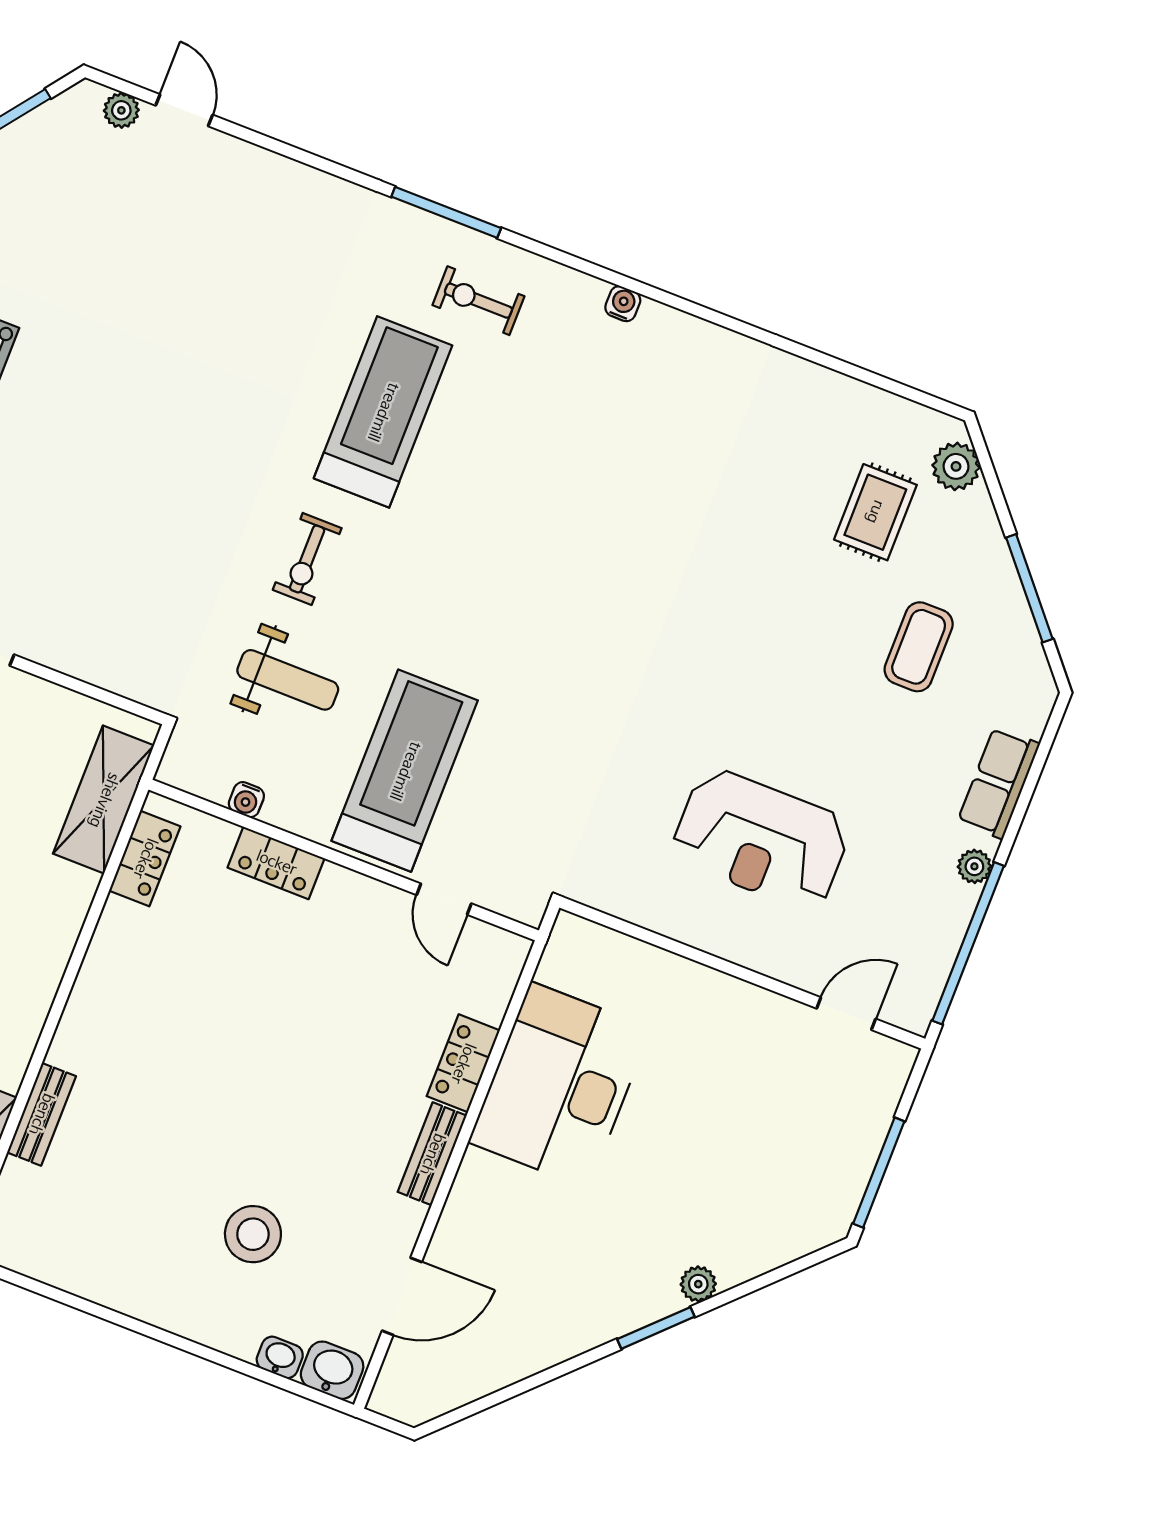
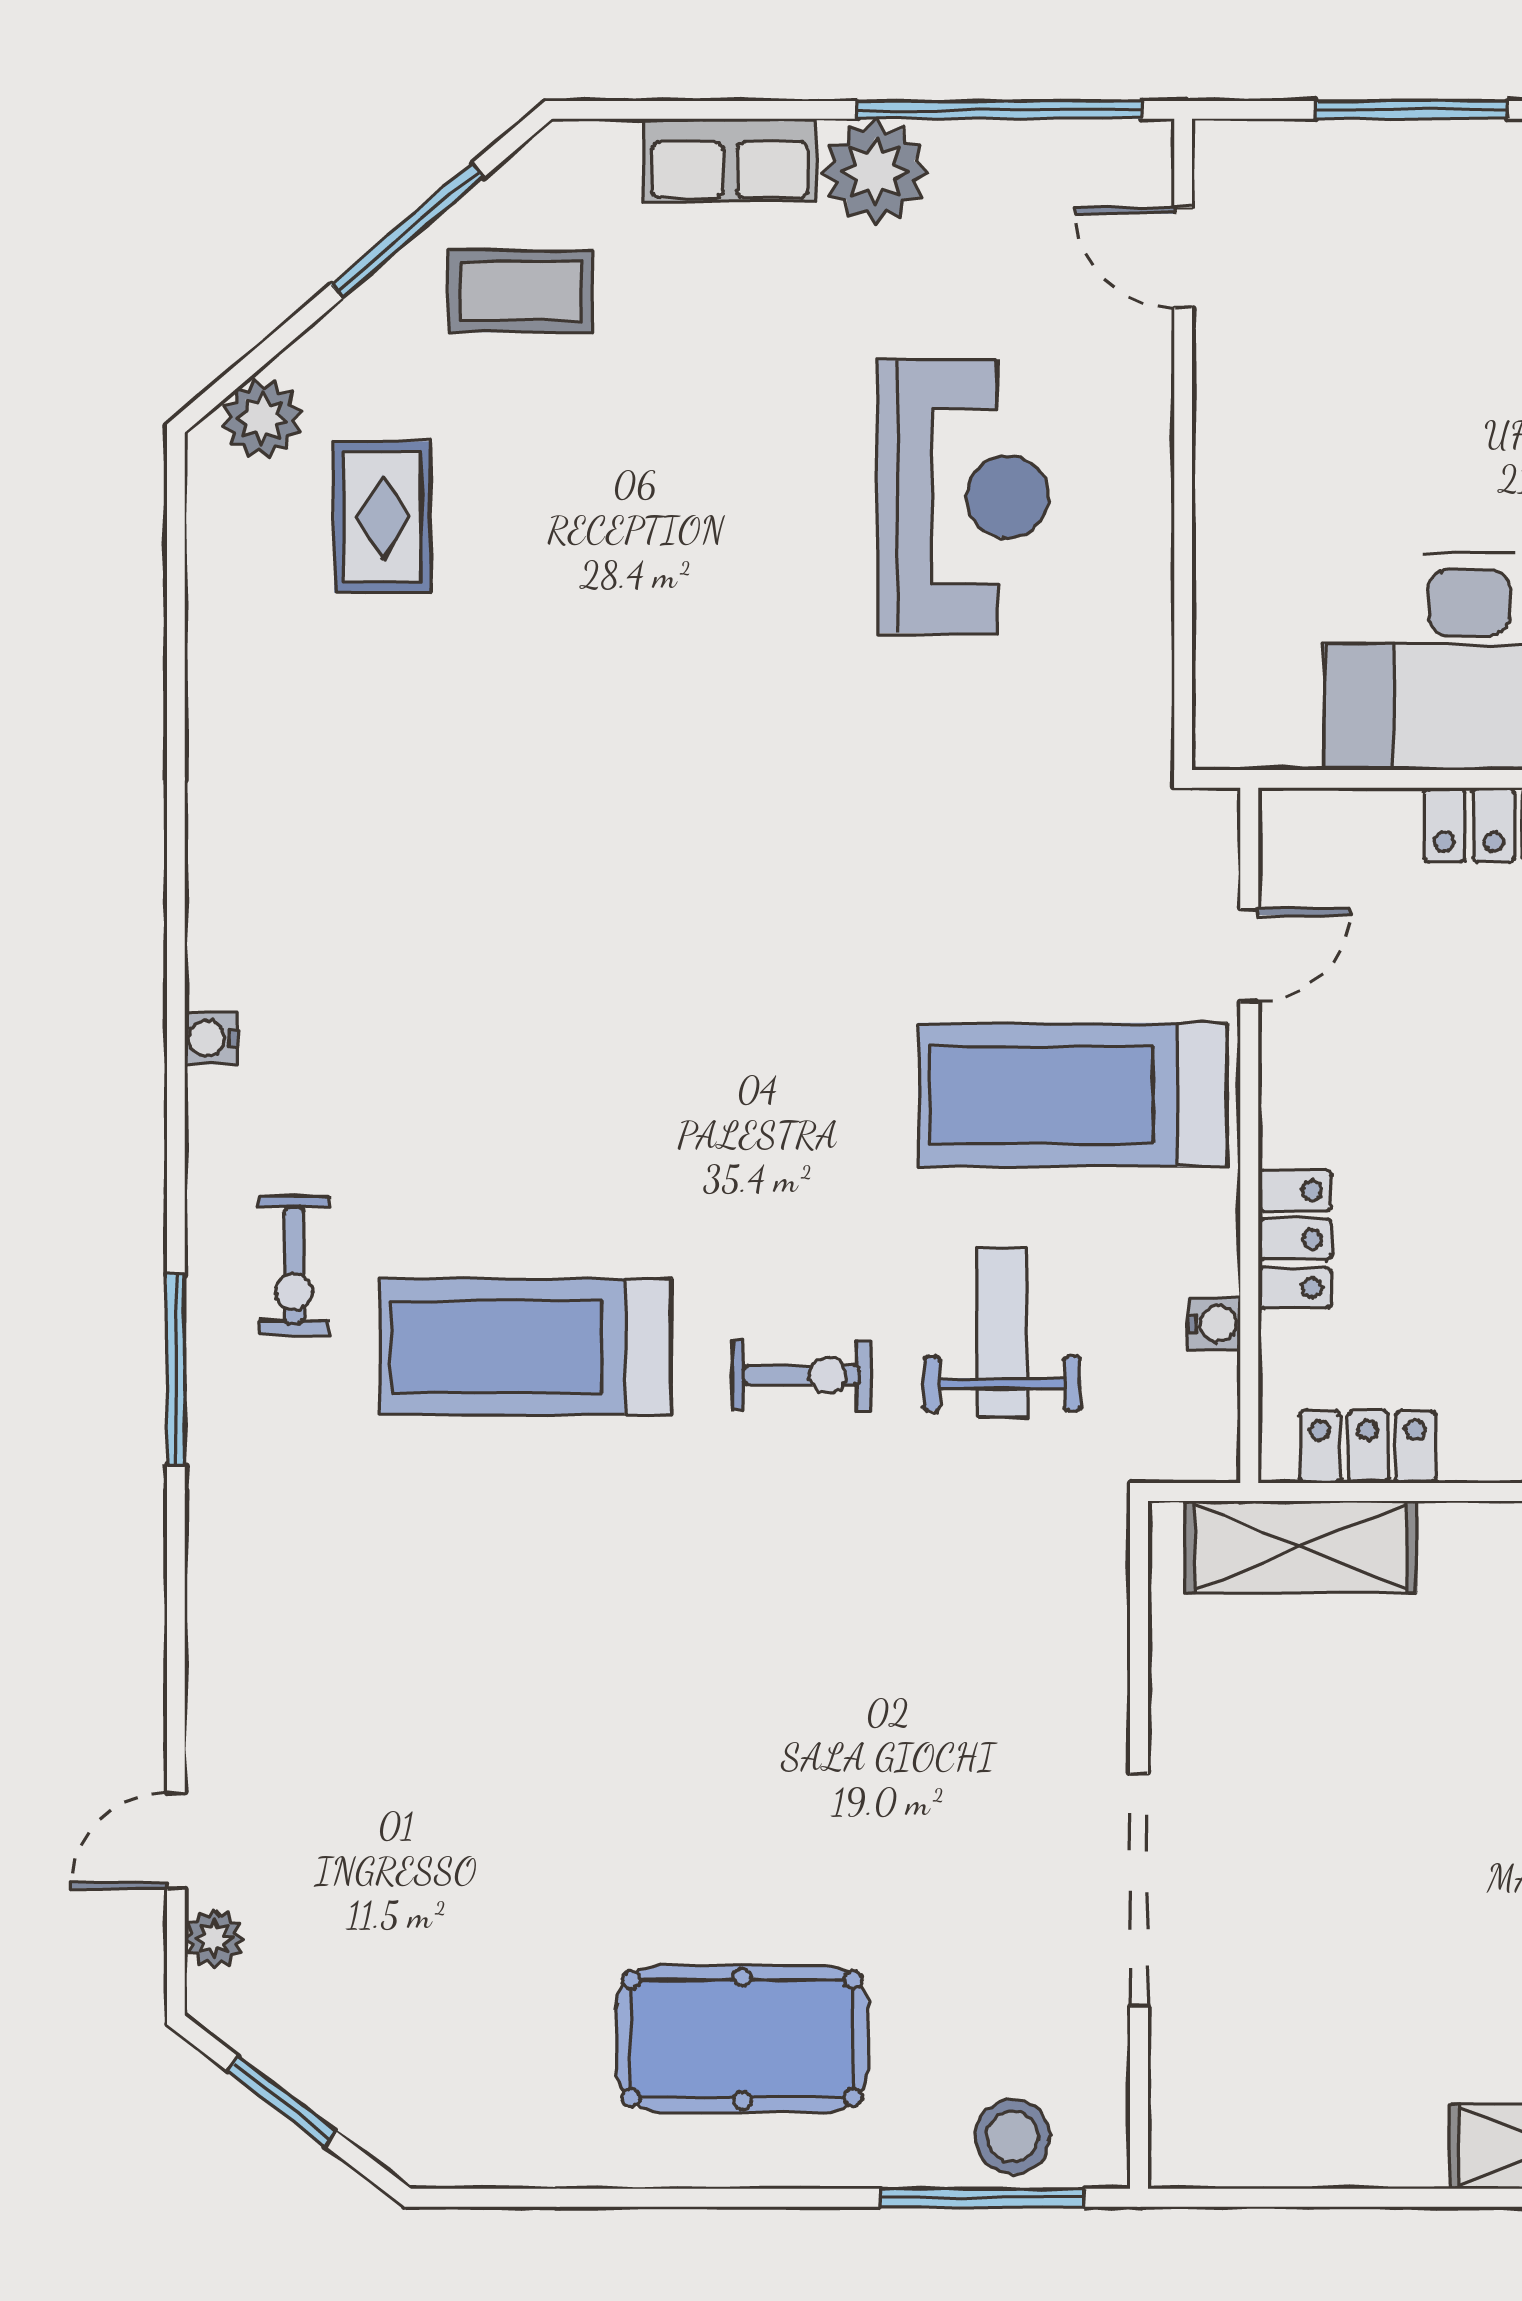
rug: (875, 512) -> (383, 517), turned 90
coffee table: (919, 647) -> (521, 291), moved
plant: (974, 866) -> (875, 172), width x1.88, depth x1.88

